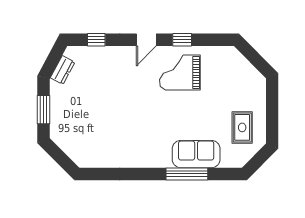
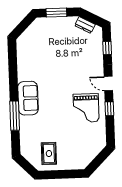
grand piano: (180, 73) -> (86, 108), turned 180
rug: (242, 127) -> (49, 153), turned 90
sofa: (196, 154) -> (28, 98), moved

